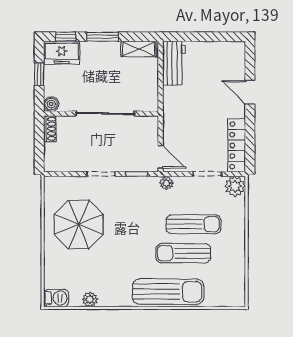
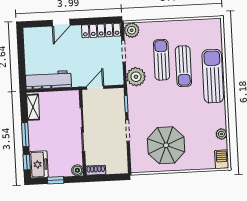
workbench: (174, 63) -> (48, 80), width x1.38
door: (161, 157) -> (95, 88), moved
plant: (167, 183) -> (136, 77), width x1.88, depth x1.88

